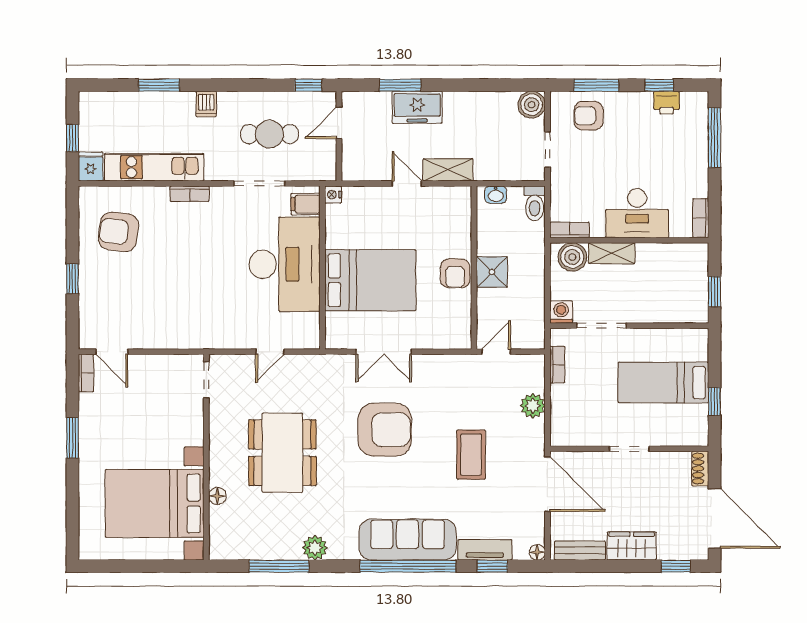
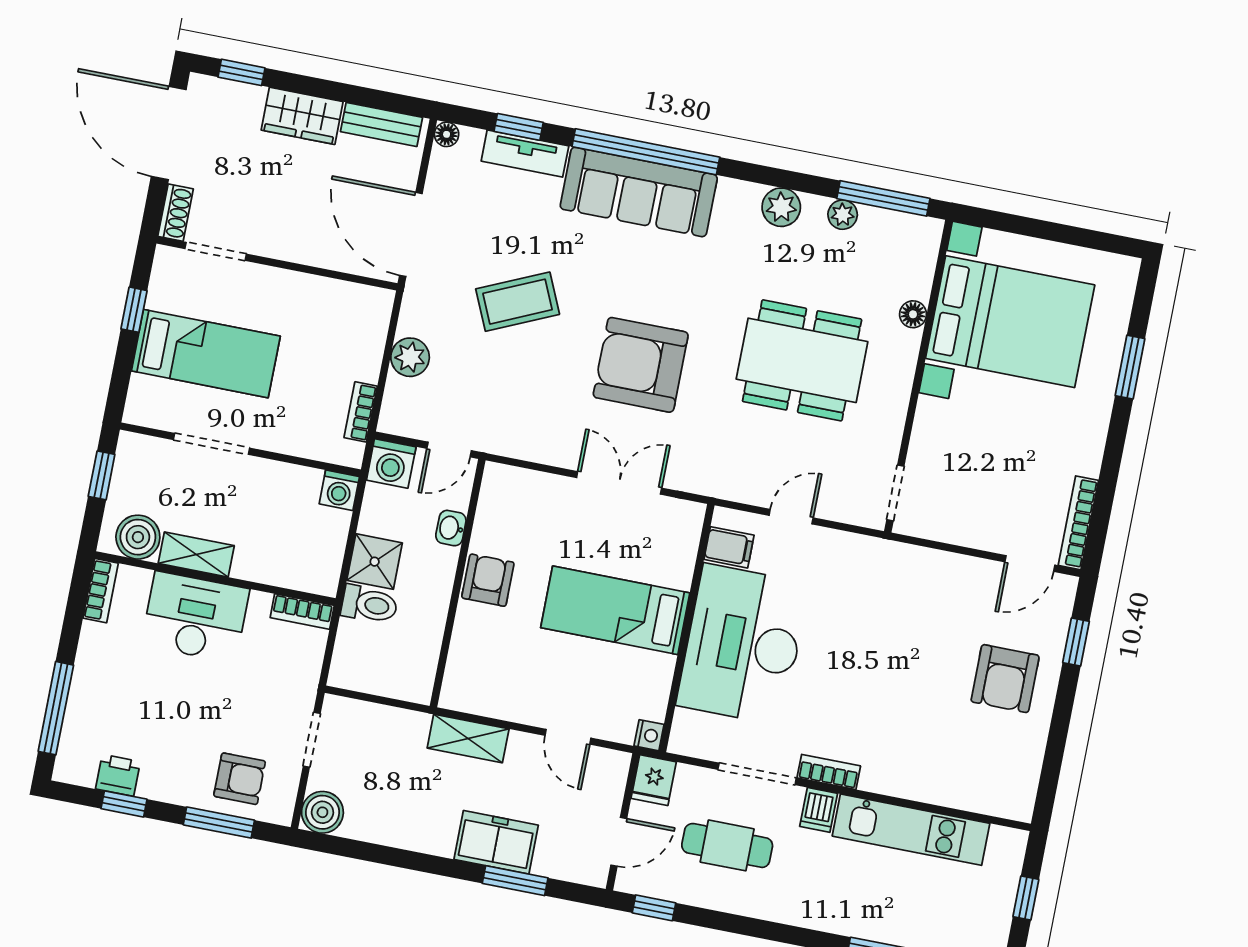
dishwasher: (206, 104) -> (819, 810), moved, turned 180
fridge: (91, 167) -> (654, 780), moved
door: (407, 183) -> (568, 737), moved
bookcase: (190, 194) -> (829, 772), moved
washbasin: (496, 195) -> (451, 528), moved, turned -90
toilet: (535, 203) -> (369, 604), moved, turned 90
filing cabinet: (306, 204) -> (729, 547), moved
armchair: (118, 232) -> (1005, 679), moved, turned 83
shelving: (612, 253) -> (196, 555), moved
boiler: (572, 257) -> (138, 537), moved
shower: (492, 272) -> (375, 562), moved
window: (73, 279) -> (1076, 642), moved
bed: (370, 280) -> (615, 610), width x0.67
doorway: (601, 326) -> (212, 444), moved
washing machine: (531, 336) -> (391, 463), added
door: (112, 352) -> (1030, 563), swing flipped
bookcase: (86, 373) -> (1078, 523), width x1.56
window: (73, 438) -> (1130, 367), moved
doorway: (629, 449) -> (216, 251), moved
dining table: (282, 453) -> (802, 360), turned 90
coffee table: (471, 455) -> (518, 302), turned 66
plant: (275, 551) -> (843, 215), added
window: (279, 566) -> (883, 198), moved

